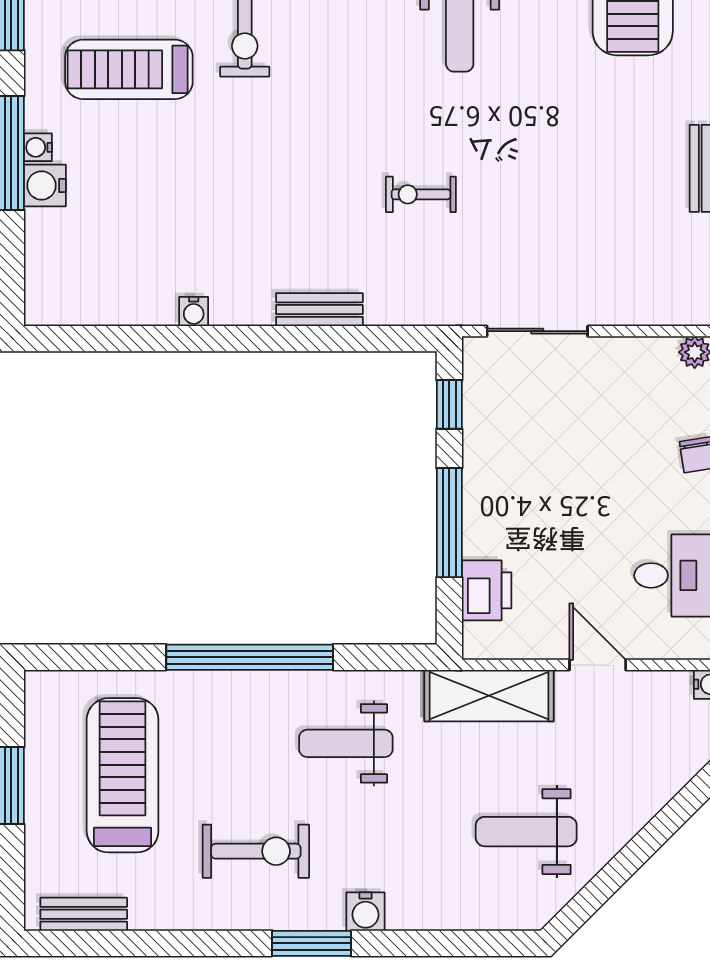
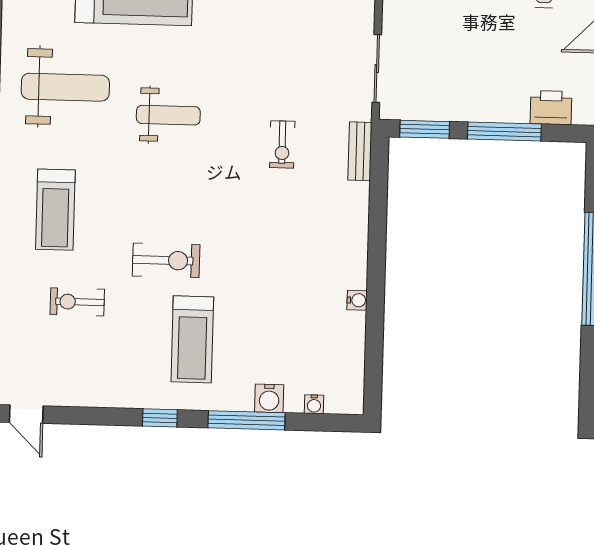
water cooler: (38, 147) -> (314, 404), moved
bench: (319, 310) -> (360, 151), moved
window: (449, 404) -> (425, 129), width x1.50

